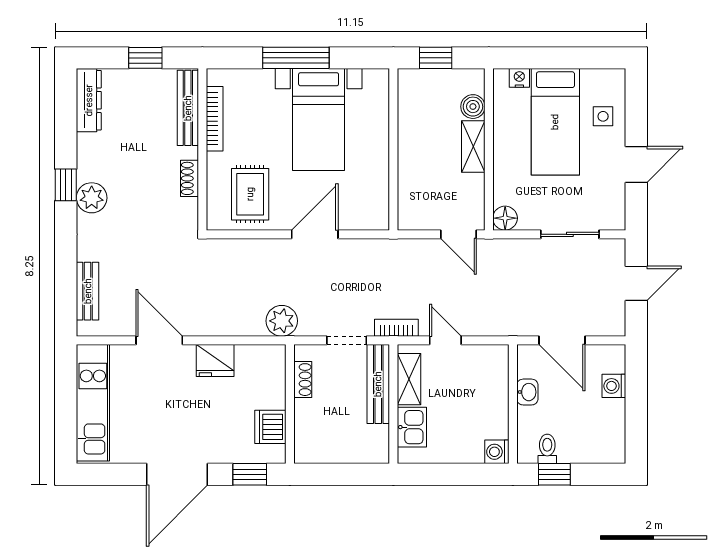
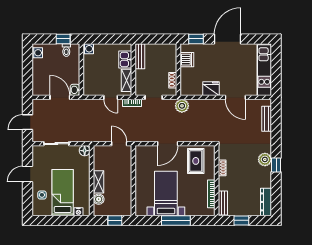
bench: (188, 108) -> (223, 203), width x0.73
door: (458, 234) -> (119, 144), moved
bench: (378, 384) -> (140, 56), moved, width x0.73
washing machine: (614, 386) -> (37, 53), moved
washbasin: (527, 392) -> (75, 90), moved

